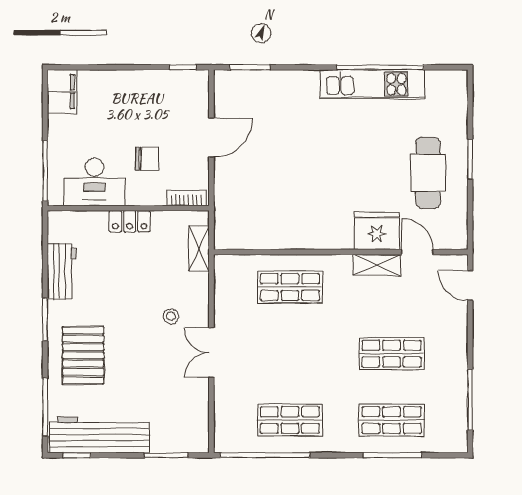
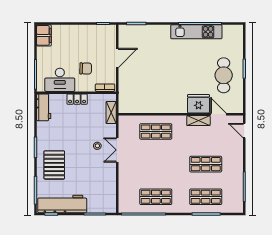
workbench: (62, 271) -> (44, 107), moved
double door: (211, 353) -> (117, 150), moved

